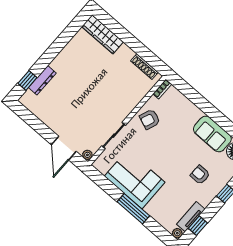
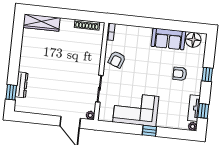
window: (133, 209) -> (149, 131), width x0.46

